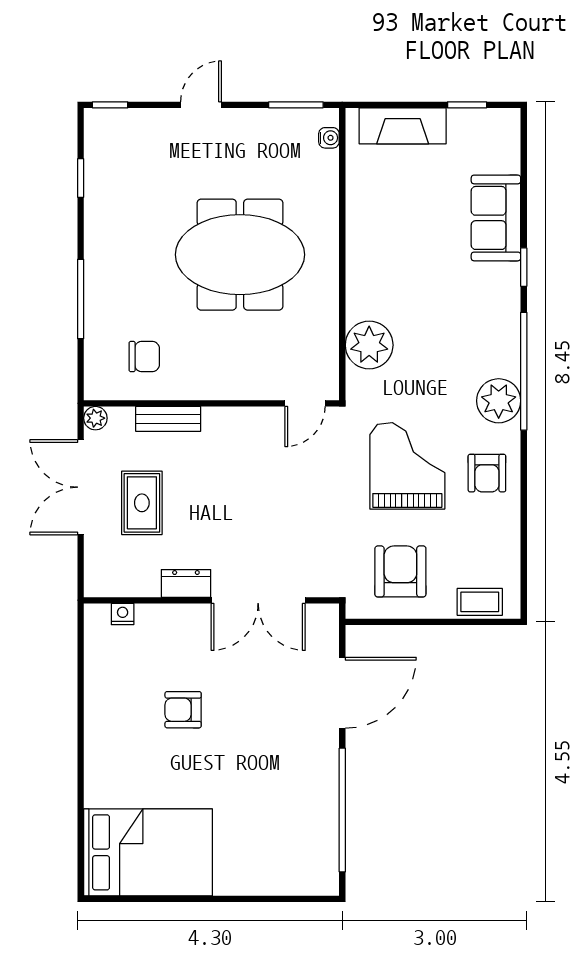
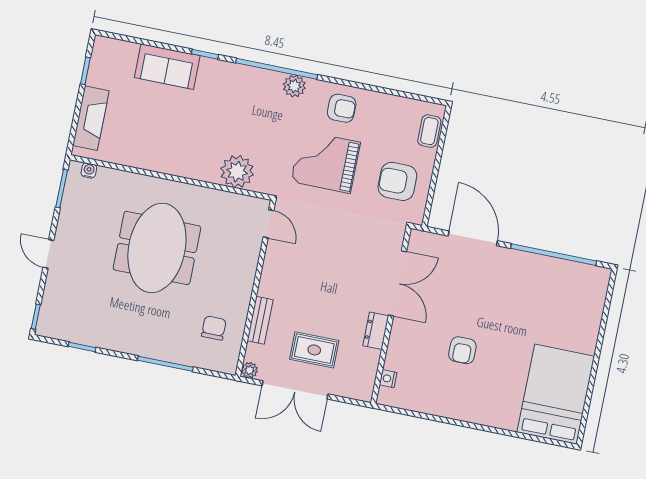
plant: (499, 401) -> (294, 86), width x0.73, depth x0.73

